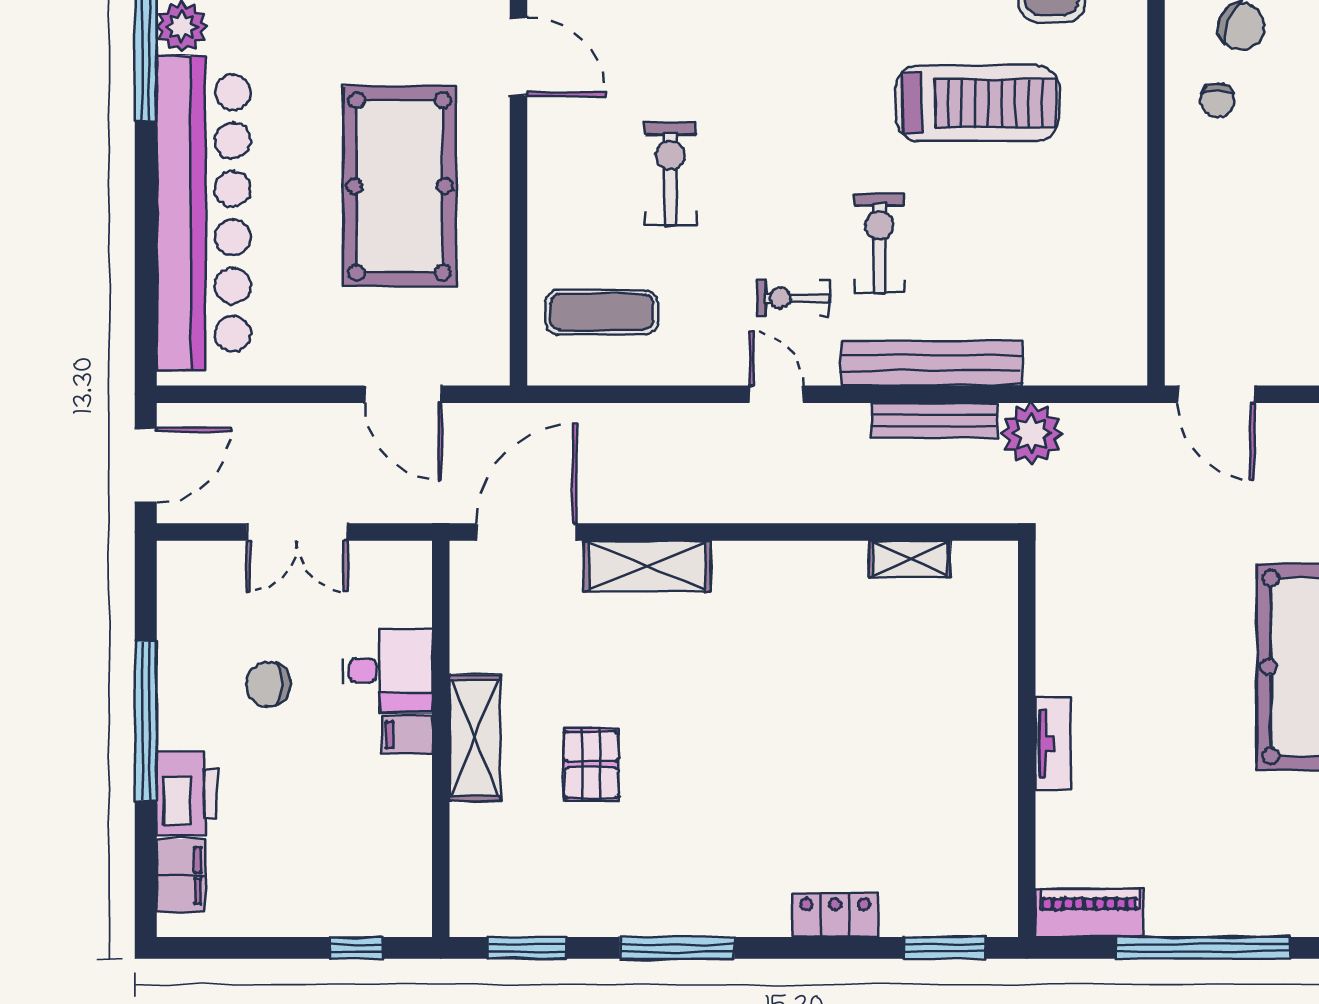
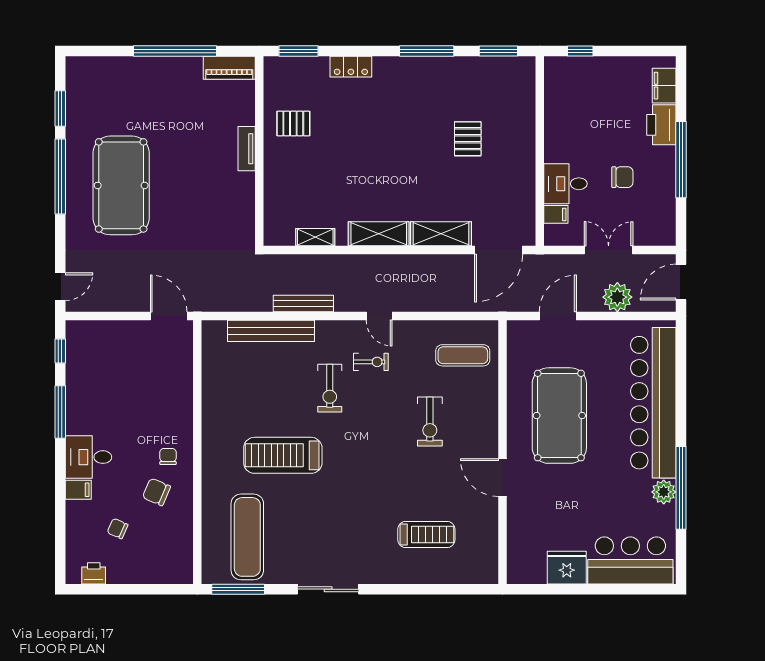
bench: (931, 363) -> (271, 331), moved
door: (403, 394) -> (558, 316), hinge flipped
plant: (1032, 434) -> (617, 297), moved
filing cabinet: (407, 735) -> (556, 214), moved
shelving: (475, 738) -> (379, 234), moved, turned 90
pallet: (956, 796) -> (293, 123), added

